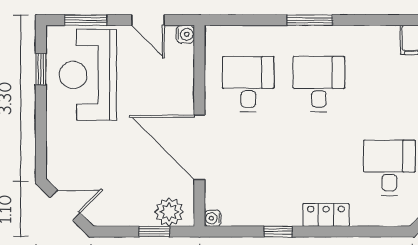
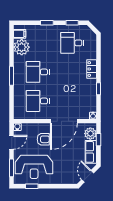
plant: (379, 45) -> (22, 47), added
armchair: (155, 97) -> (43, 139), added
row of seats: (124, 213) -> (91, 152), added

